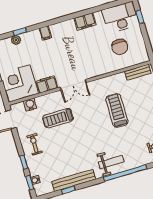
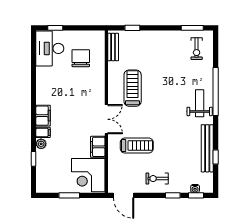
filing cabinet: (85, 21) -> (43, 116), moved
plant: (16, 40) -> (41, 144), moved
chair: (120, 47) -> (81, 58), turned -90
water cooler: (30, 105) -> (114, 171), removed
treadmill: (117, 110) -> (133, 88), moved, turned 90
treadmill: (58, 118) -> (137, 146), turned -90

